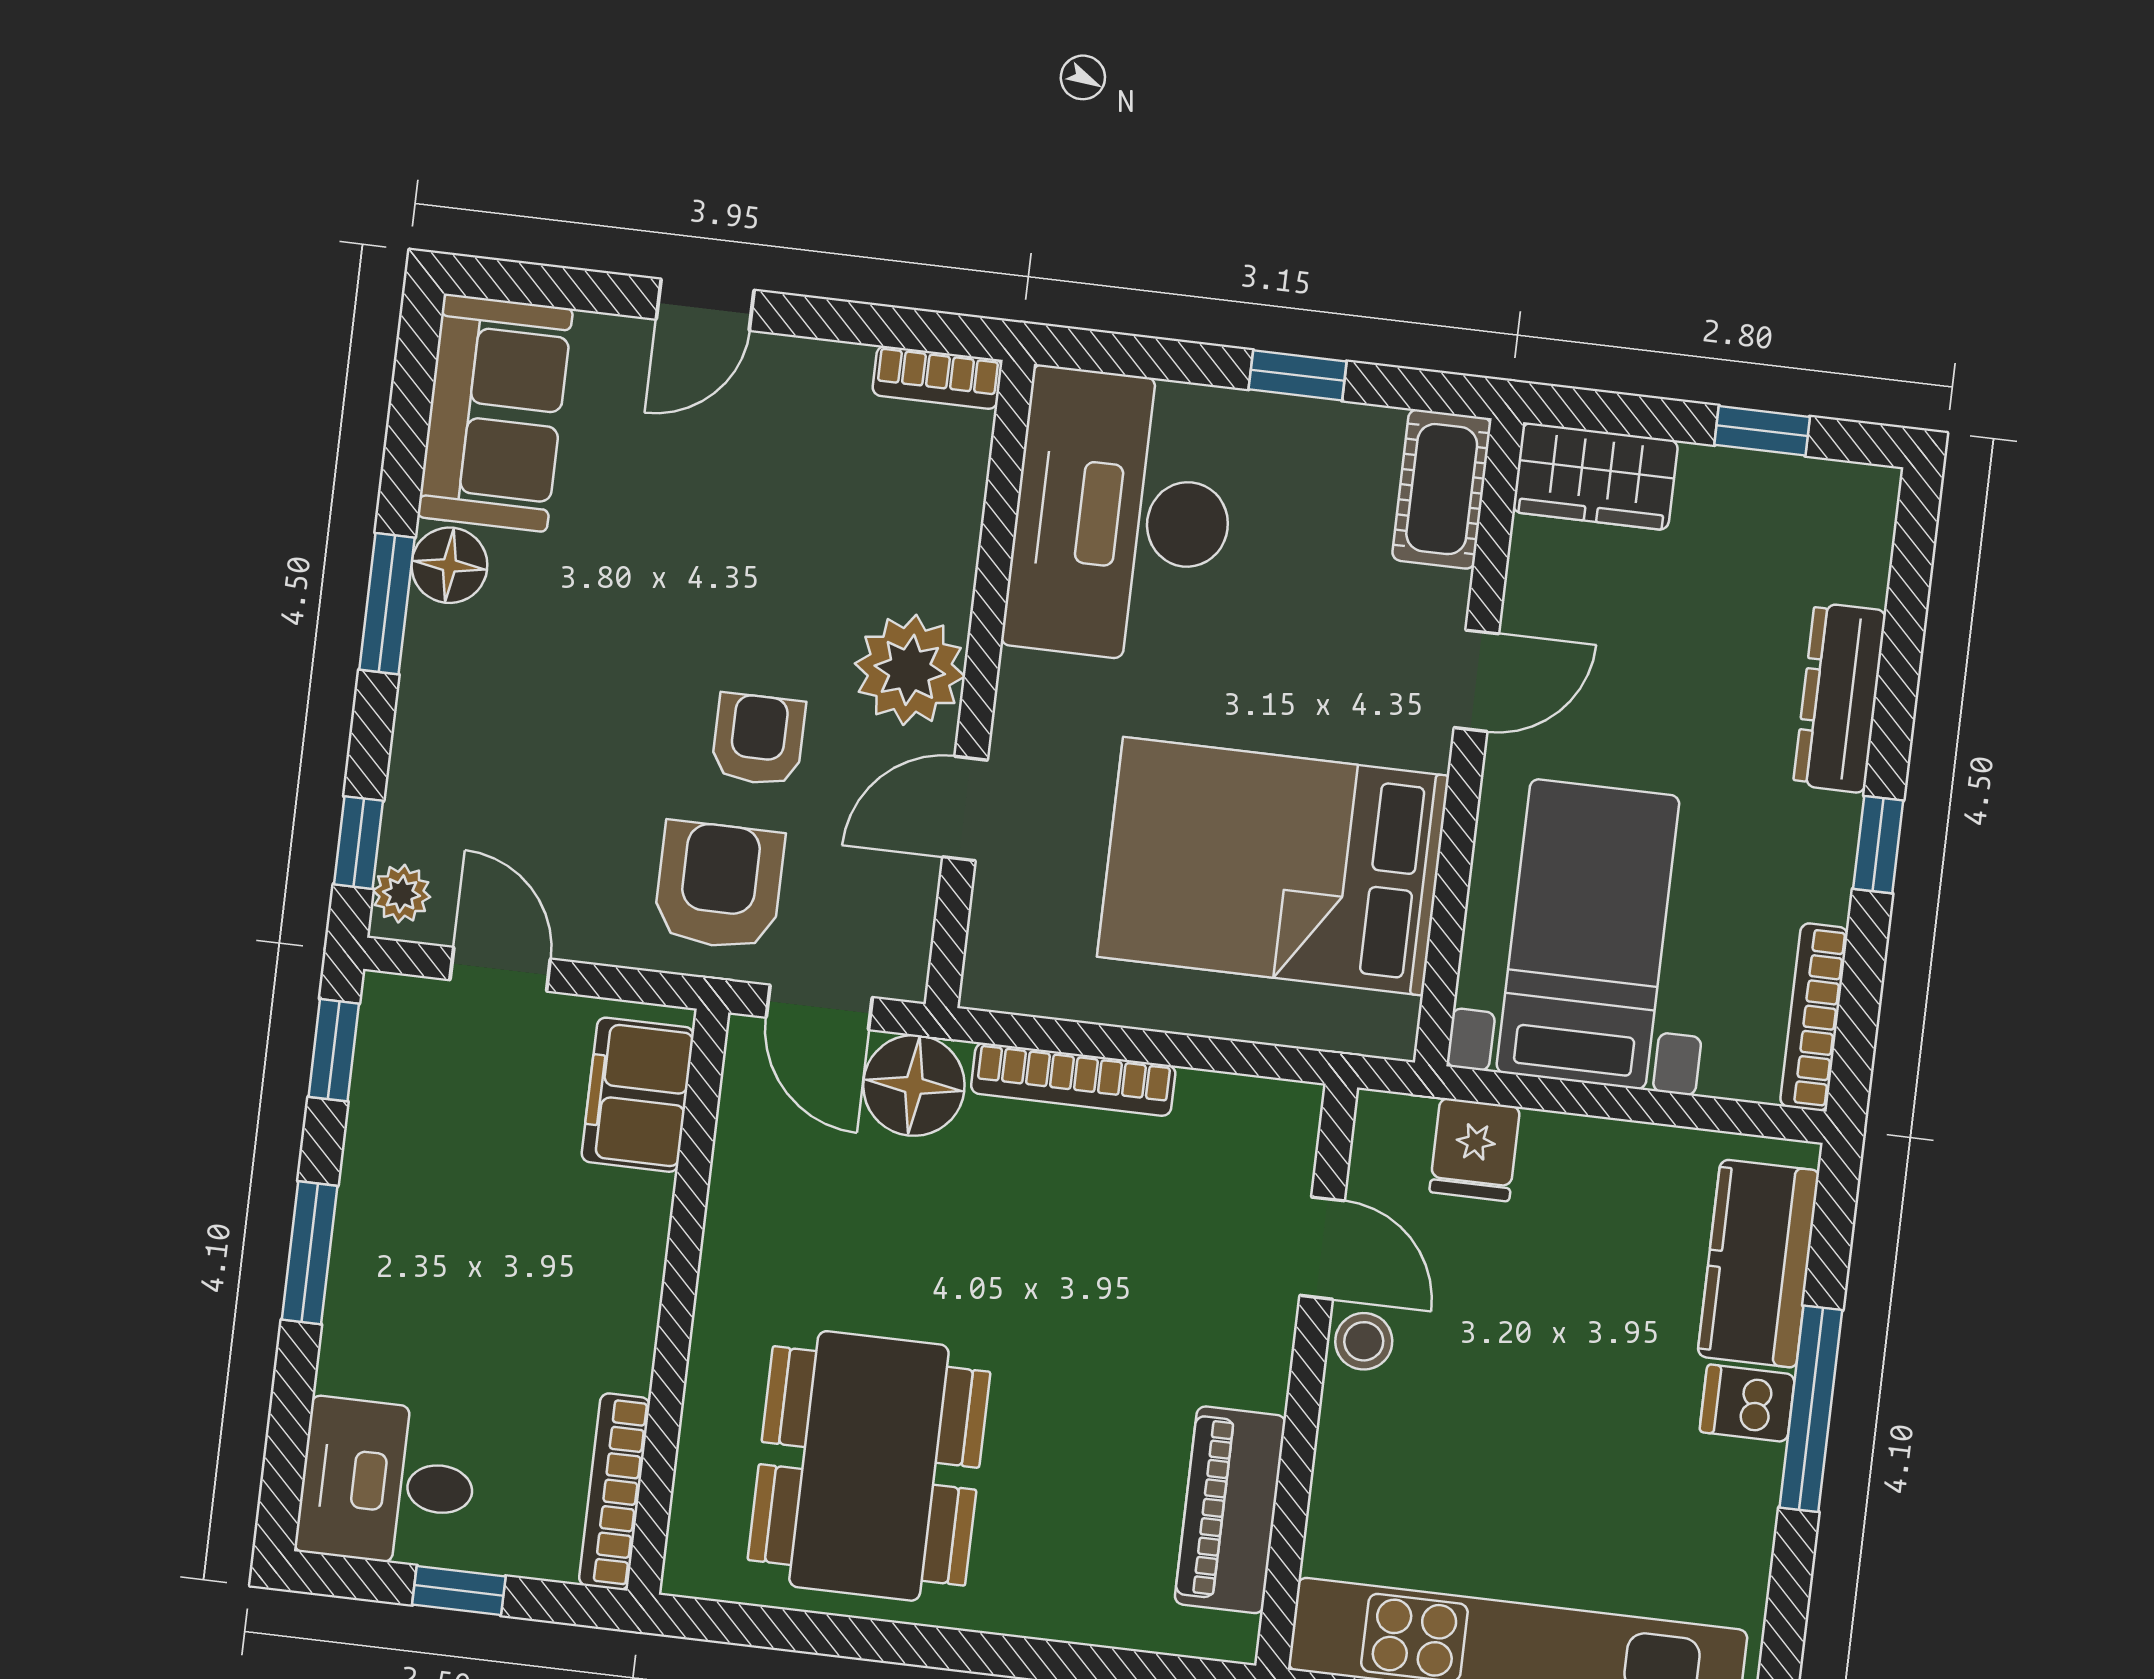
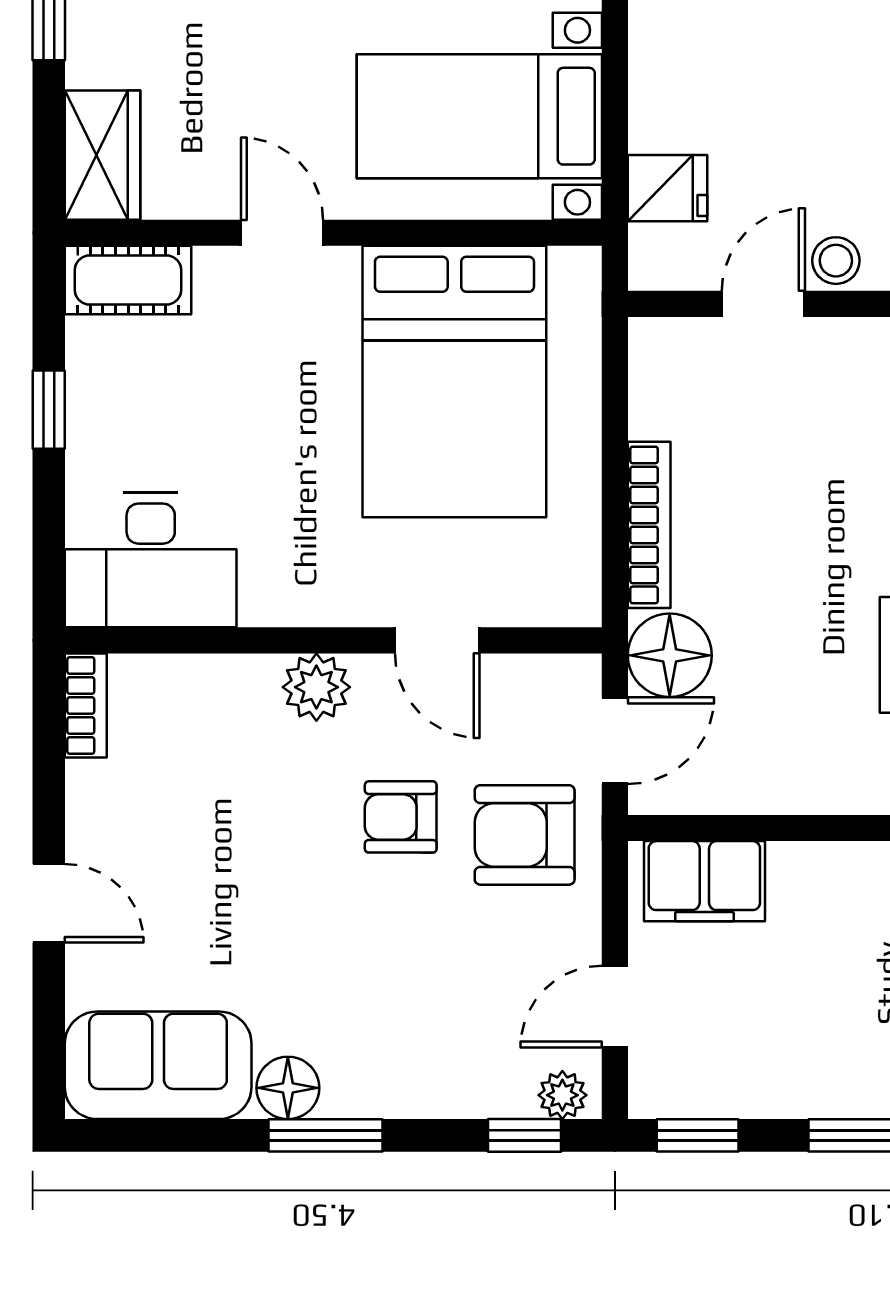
desk: (1122, 517) -> (151, 560), width x0.73, depth x0.77
plant: (910, 670) -> (316, 687), width x0.73, depth x0.73

